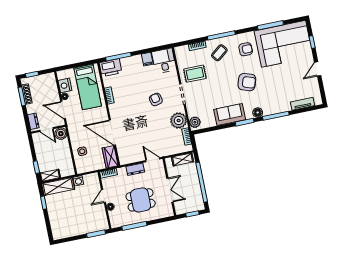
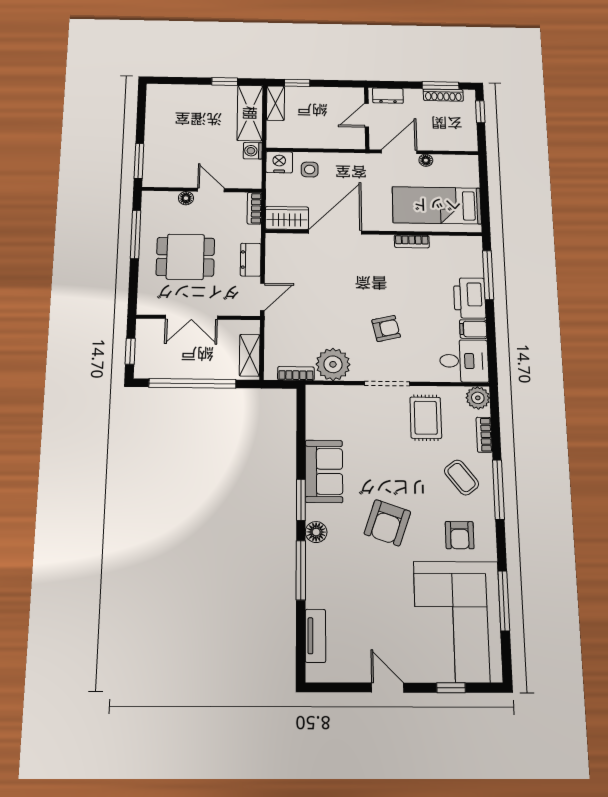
printer: (111, 68) -> (470, 298), moved
nightstand: (65, 85) -> (279, 162), moved
plant: (195, 122) -> (478, 398), moved
boiler: (61, 134) -> (353, 139), removed
dining table: (141, 200) -> (185, 257), turned 90

